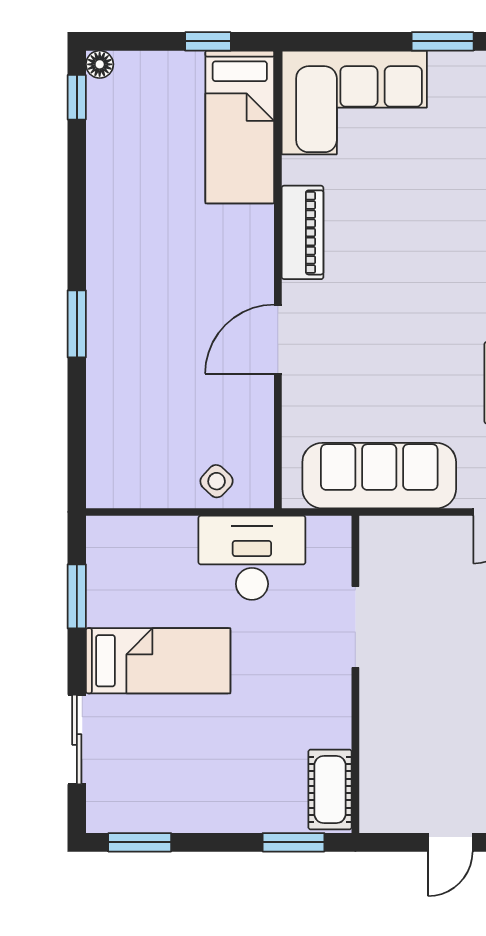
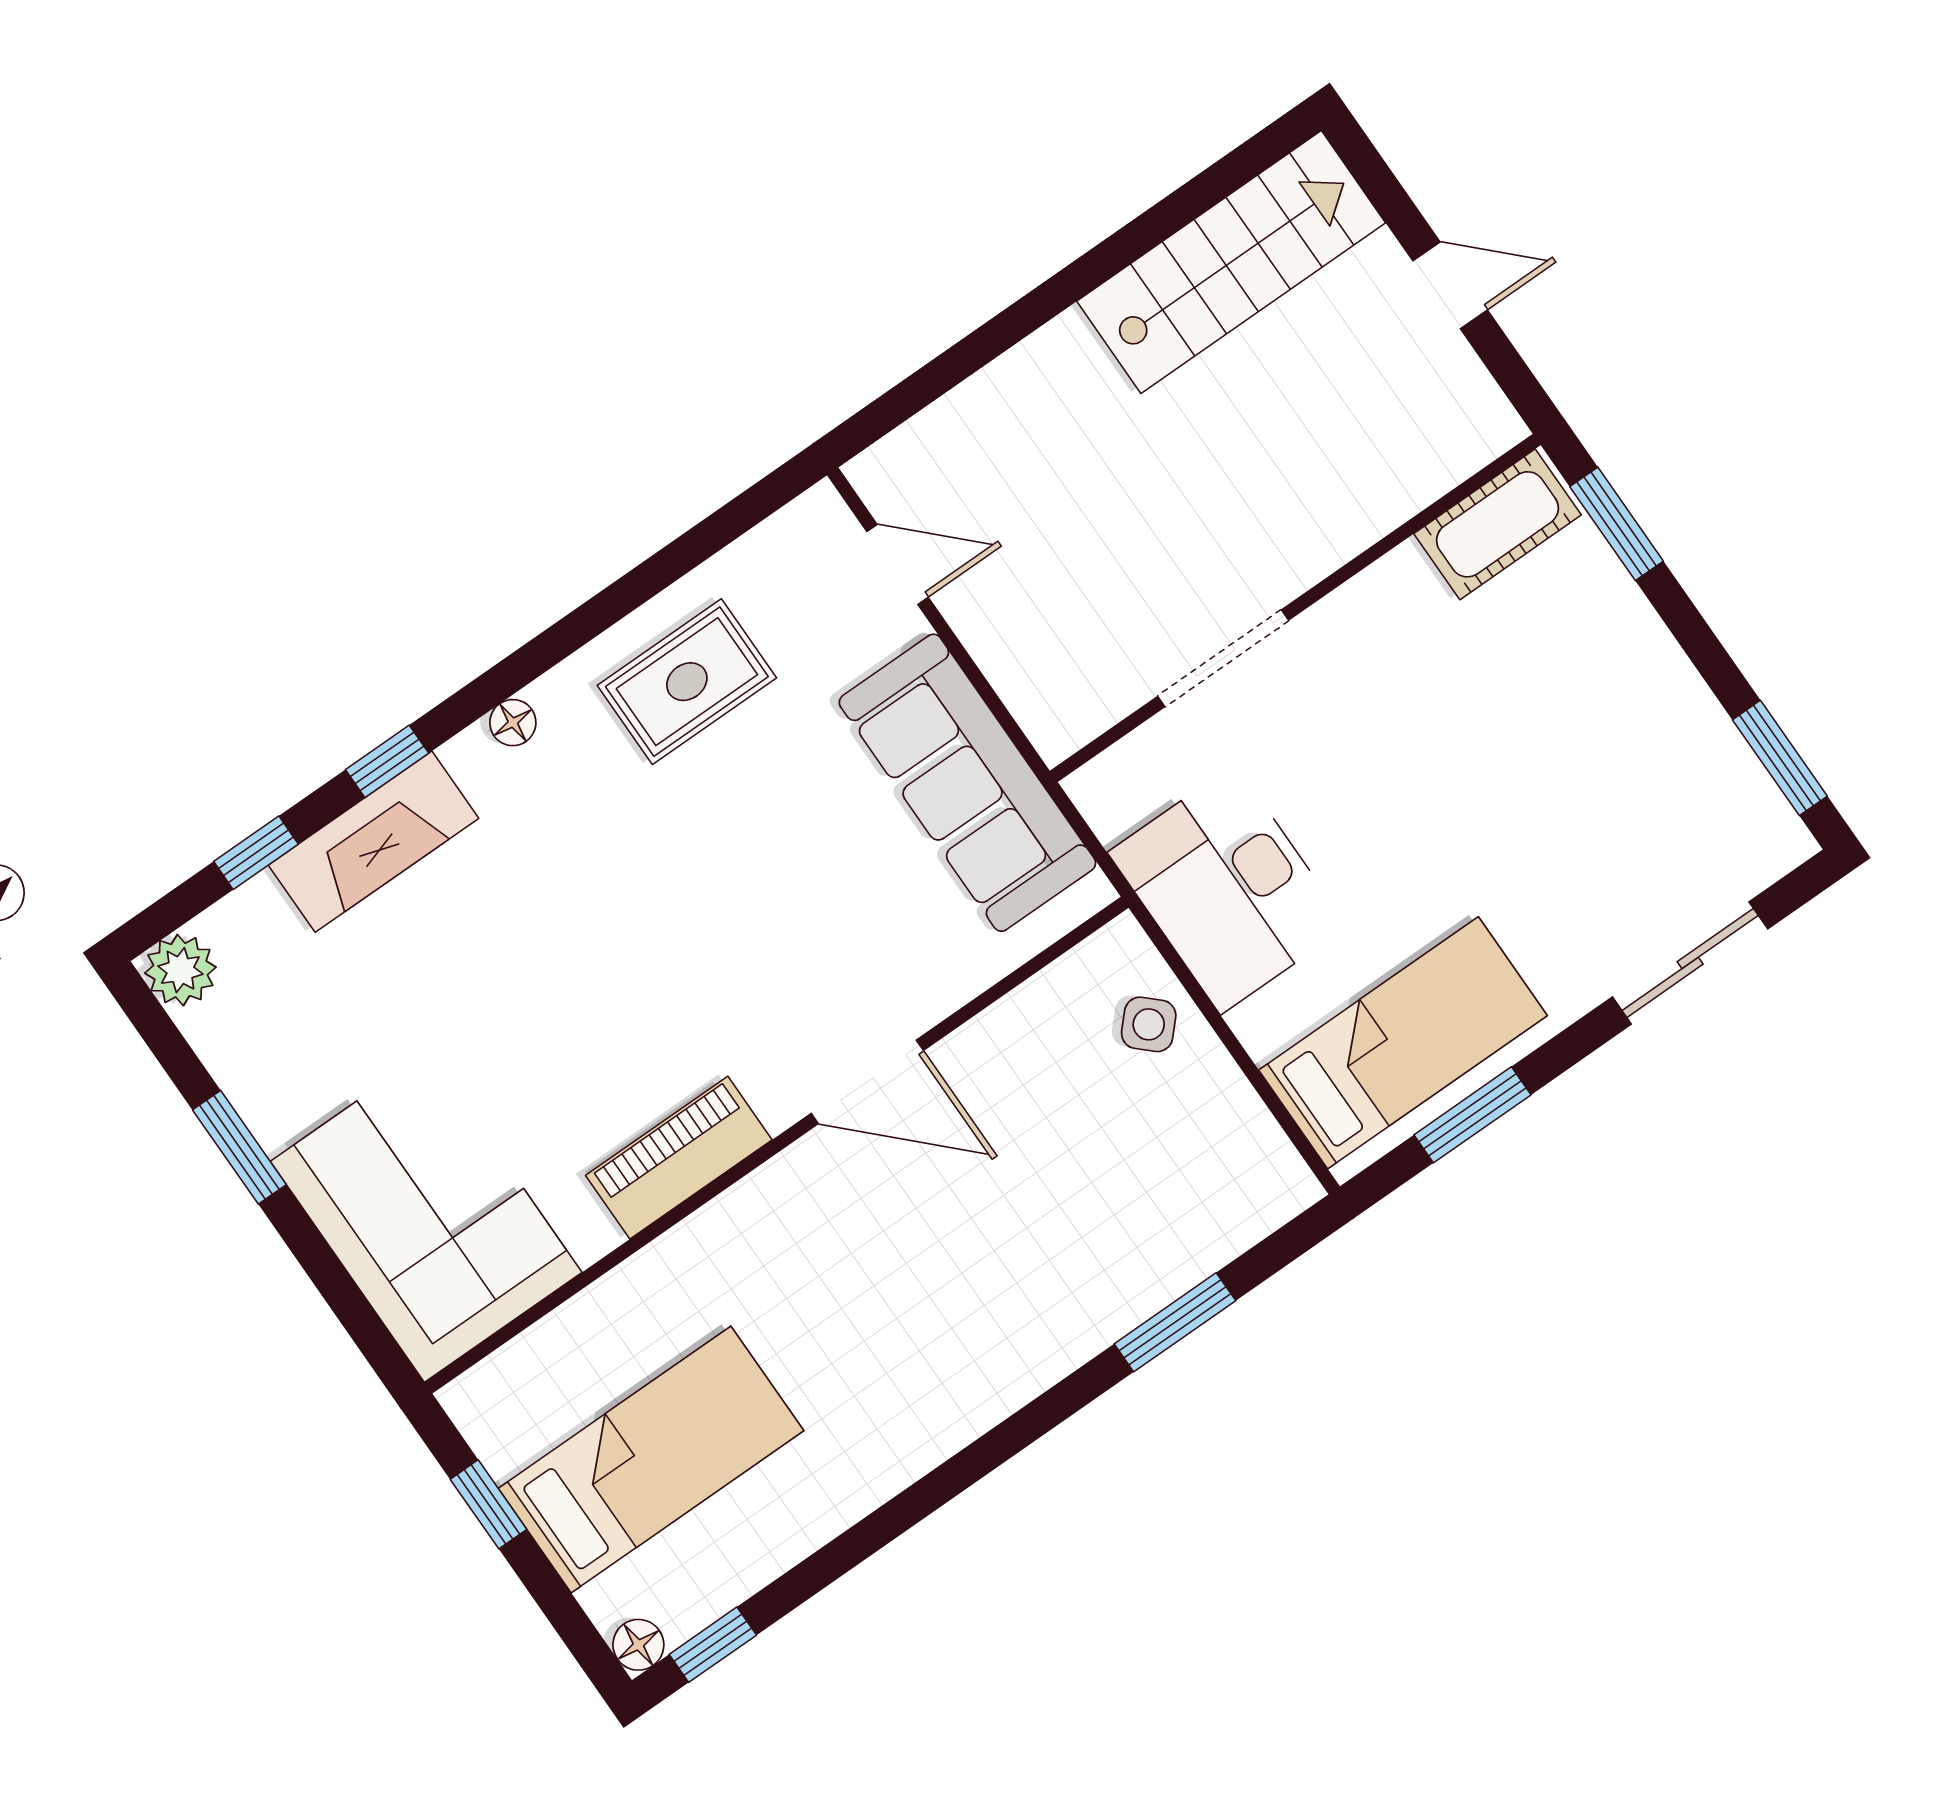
bed: (240, 127) -> (651, 1460), moved
window: (77, 324) -> (1175, 1322), moved
bed: (158, 661) -> (1403, 1043), moved, turned 90

